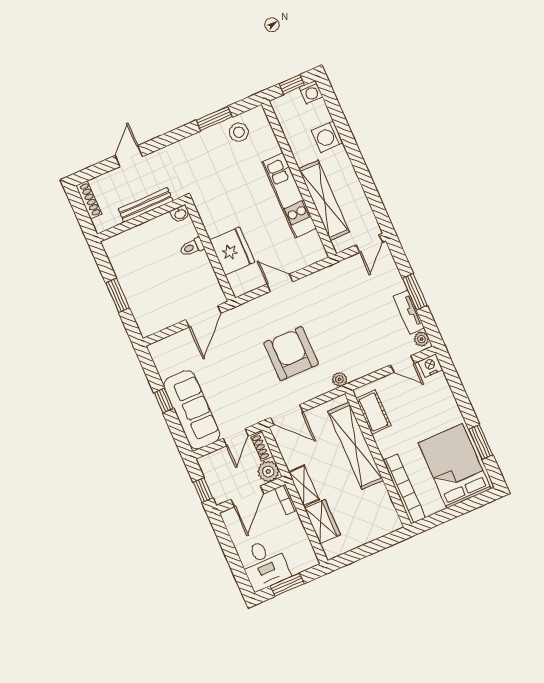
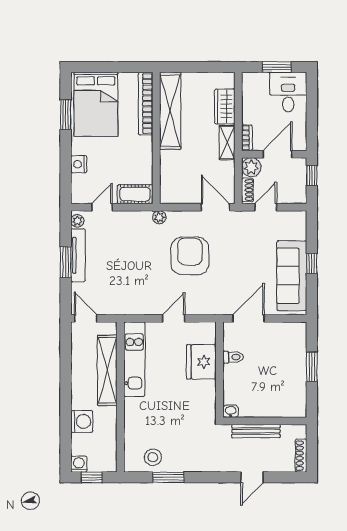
kitchen unit: (289, 195) -> (134, 359), moved
door: (369, 244) -> (86, 318), hinge flipped
toilet: (192, 247) -> (233, 357), moved
door: (280, 283) -> (174, 318), swing flipped
tv unit: (409, 312) -> (78, 255), width x1.41
armchair: (291, 354) -> (190, 256), turned 180
door: (402, 364) -> (102, 207), hinge flipped
nightstand: (430, 366) -> (79, 164), moved, turned 90
sofa: (192, 410) -> (292, 276), moved
cot: (373, 412) -> (135, 194), moved, turned 90
shelving: (355, 446) -> (170, 111), moved

